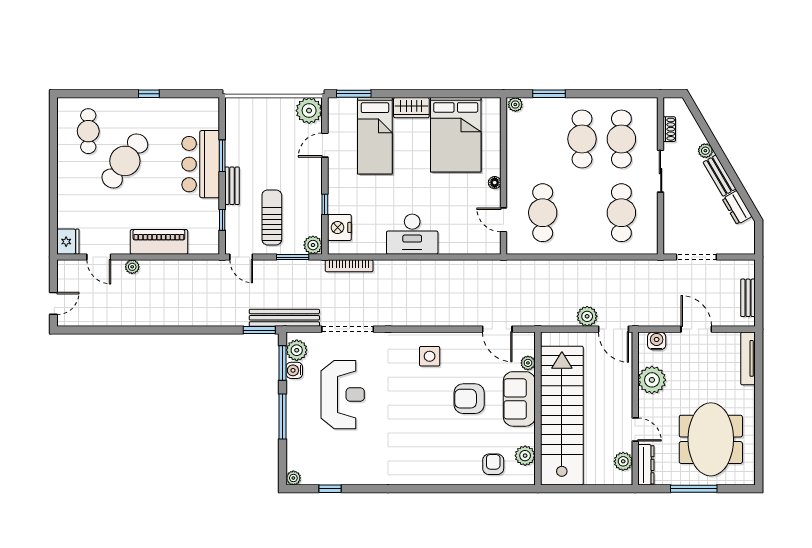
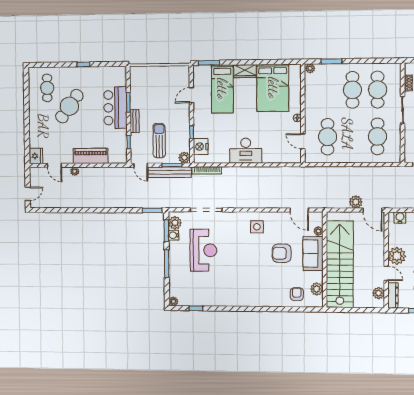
plant: (309, 111) -> (181, 74), removed
bench: (284, 318) -> (170, 172), moved
plant: (652, 380) -> (397, 256), moved

